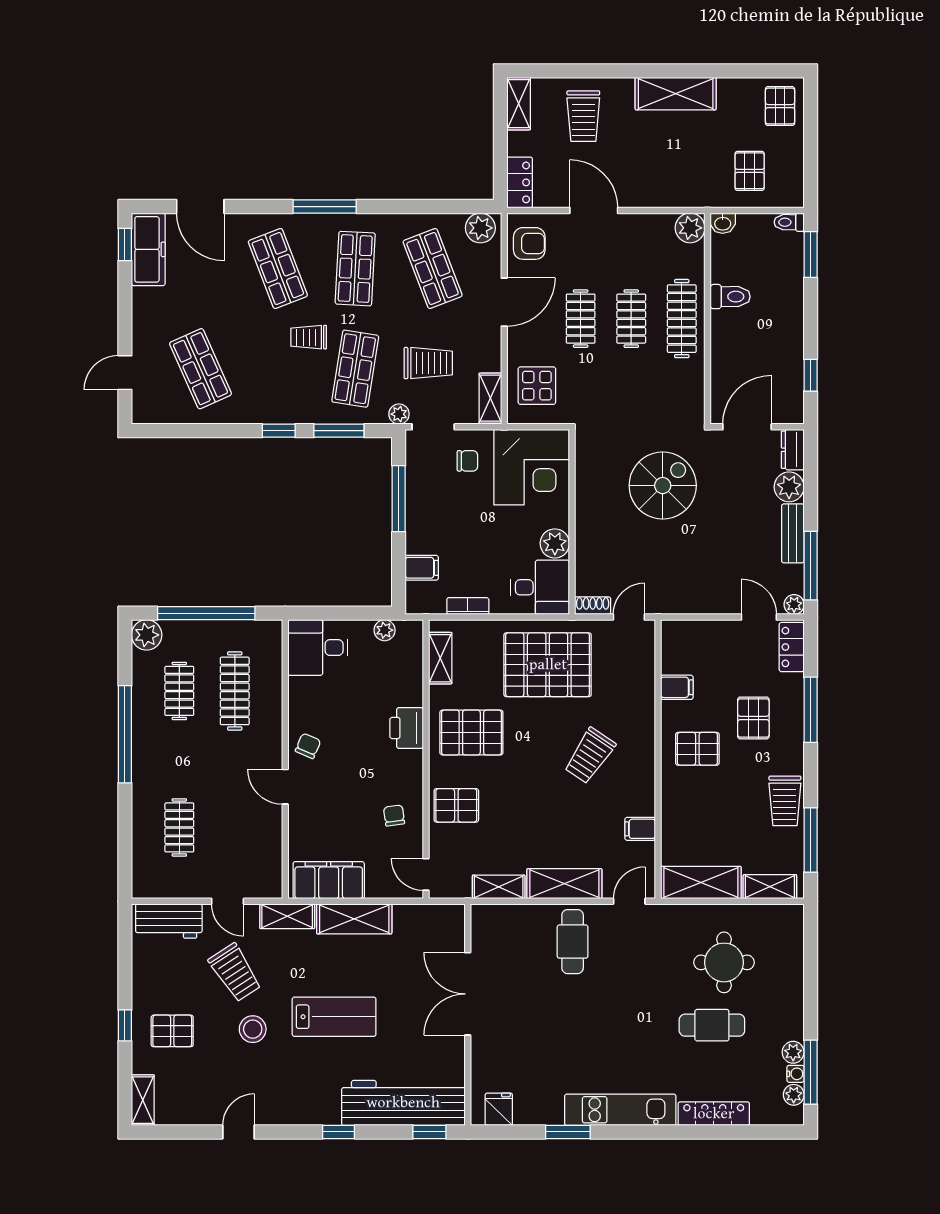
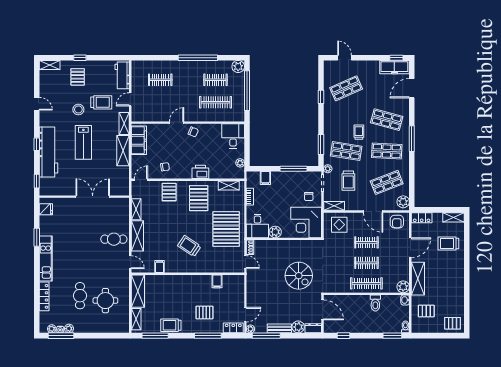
shelving: (676, 94) -> (418, 279), moved
shop shelf: (278, 269) -> (387, 120), turned 36
window: (279, 431) -> (321, 97), moved
pallet: (697, 749) -> (192, 290), removed
trolley: (235, 973) -> (101, 102), turned -147
workbench: (403, 1103) -> (48, 152), moved

